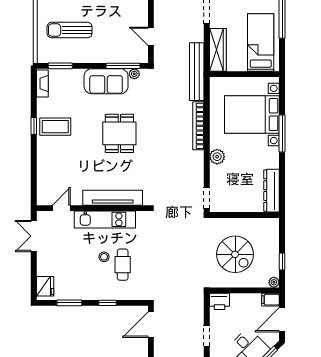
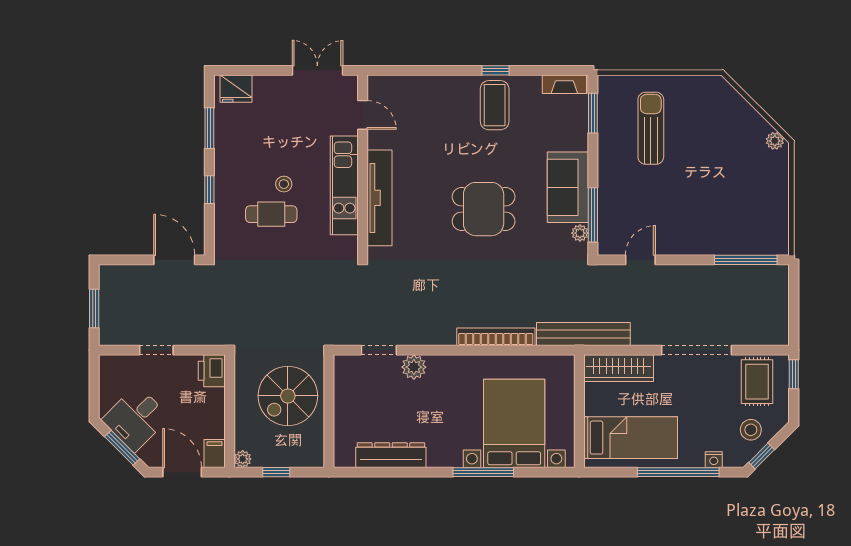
plant: (217, 157) -> (414, 367), moved
wall: (244, 215) -> (329, 411), moved

